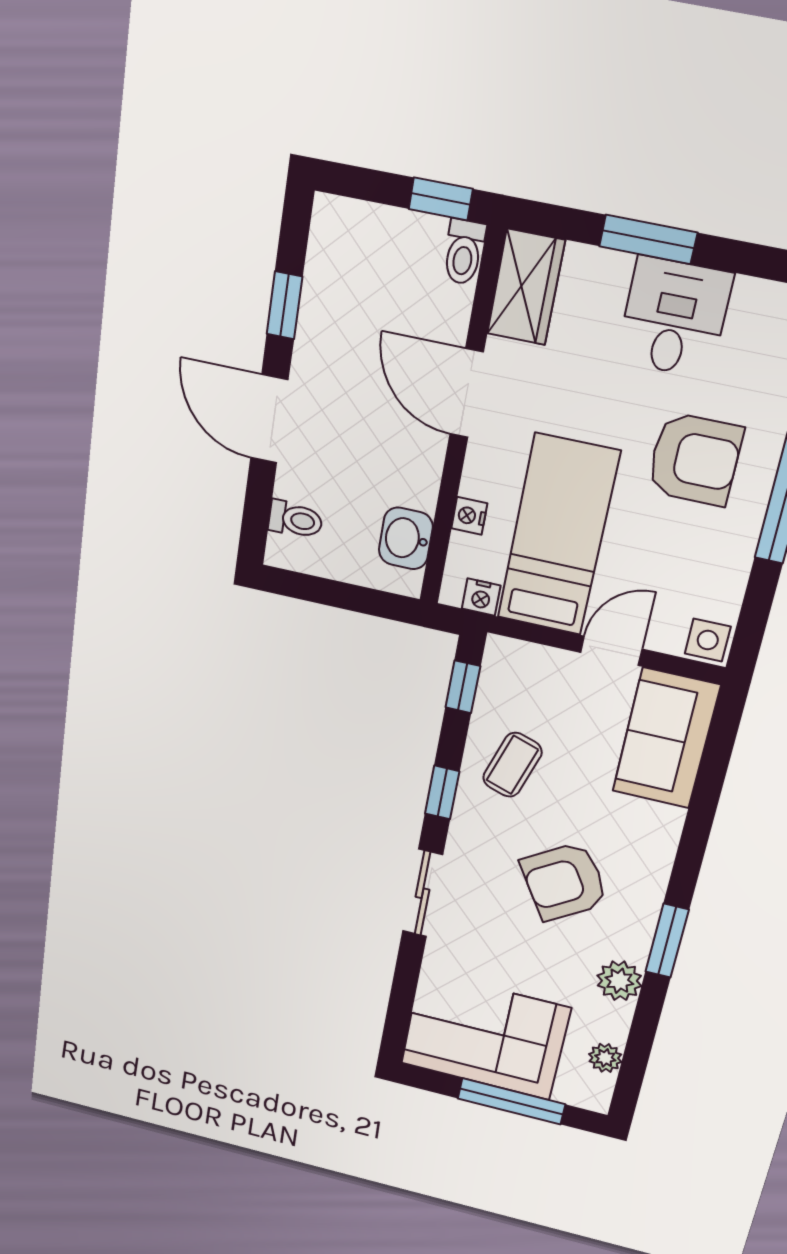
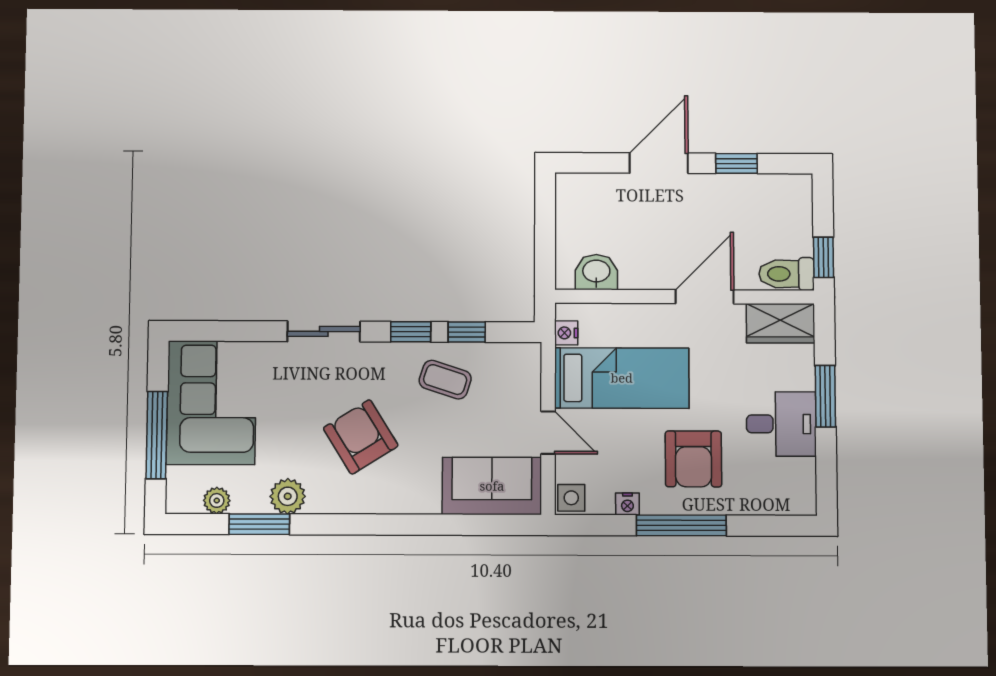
toilet: (464, 252) -> (787, 274), width x1.37, depth x1.39
nightstand: (469, 516) -> (627, 504), moved, turned 180
toilet: (295, 520) -> (592, 191), removed
window: (463, 687) -> (467, 332), moved
window: (667, 941) -> (259, 524), moved

